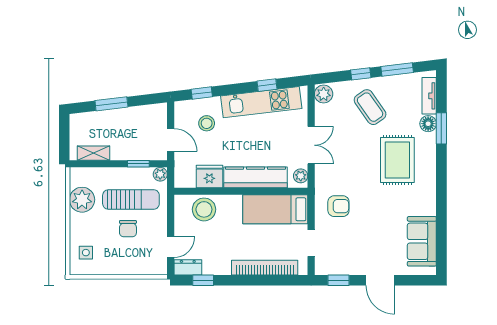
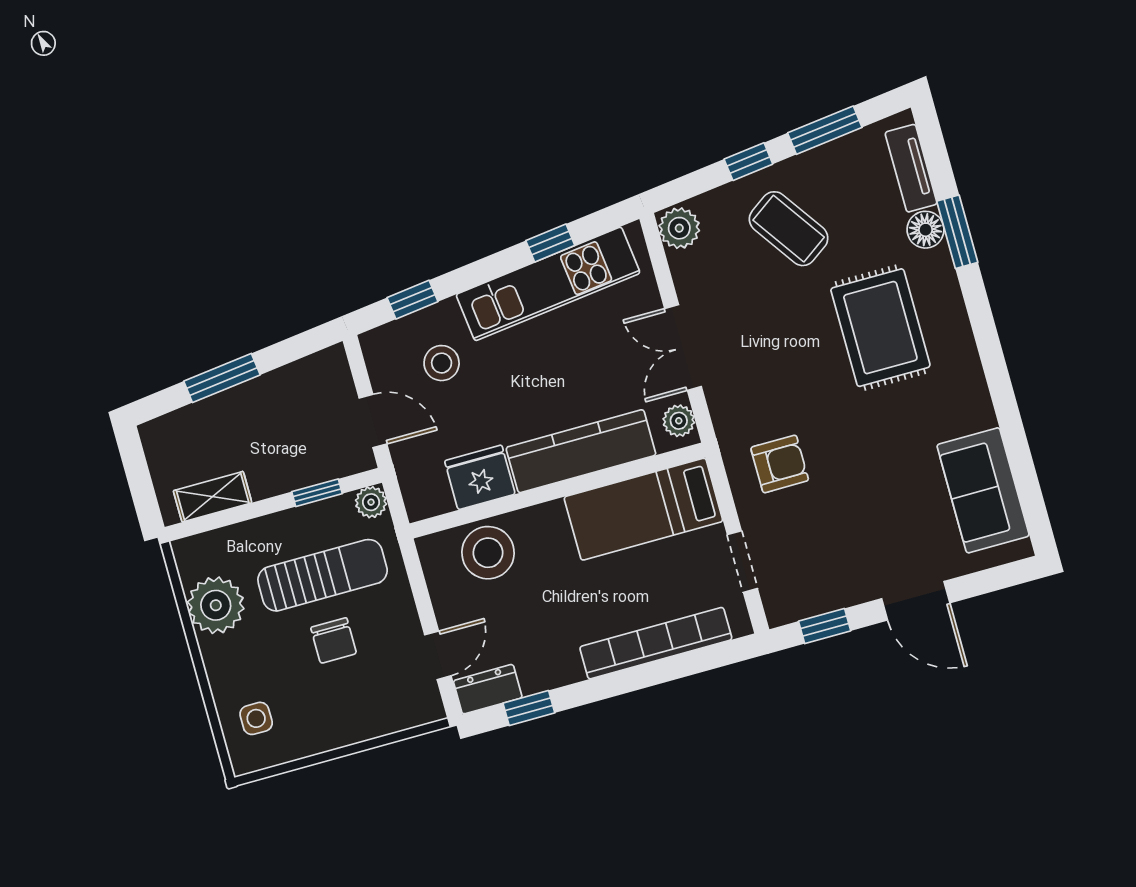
double door: (311, 145) -> (683, 347), swing flipped

